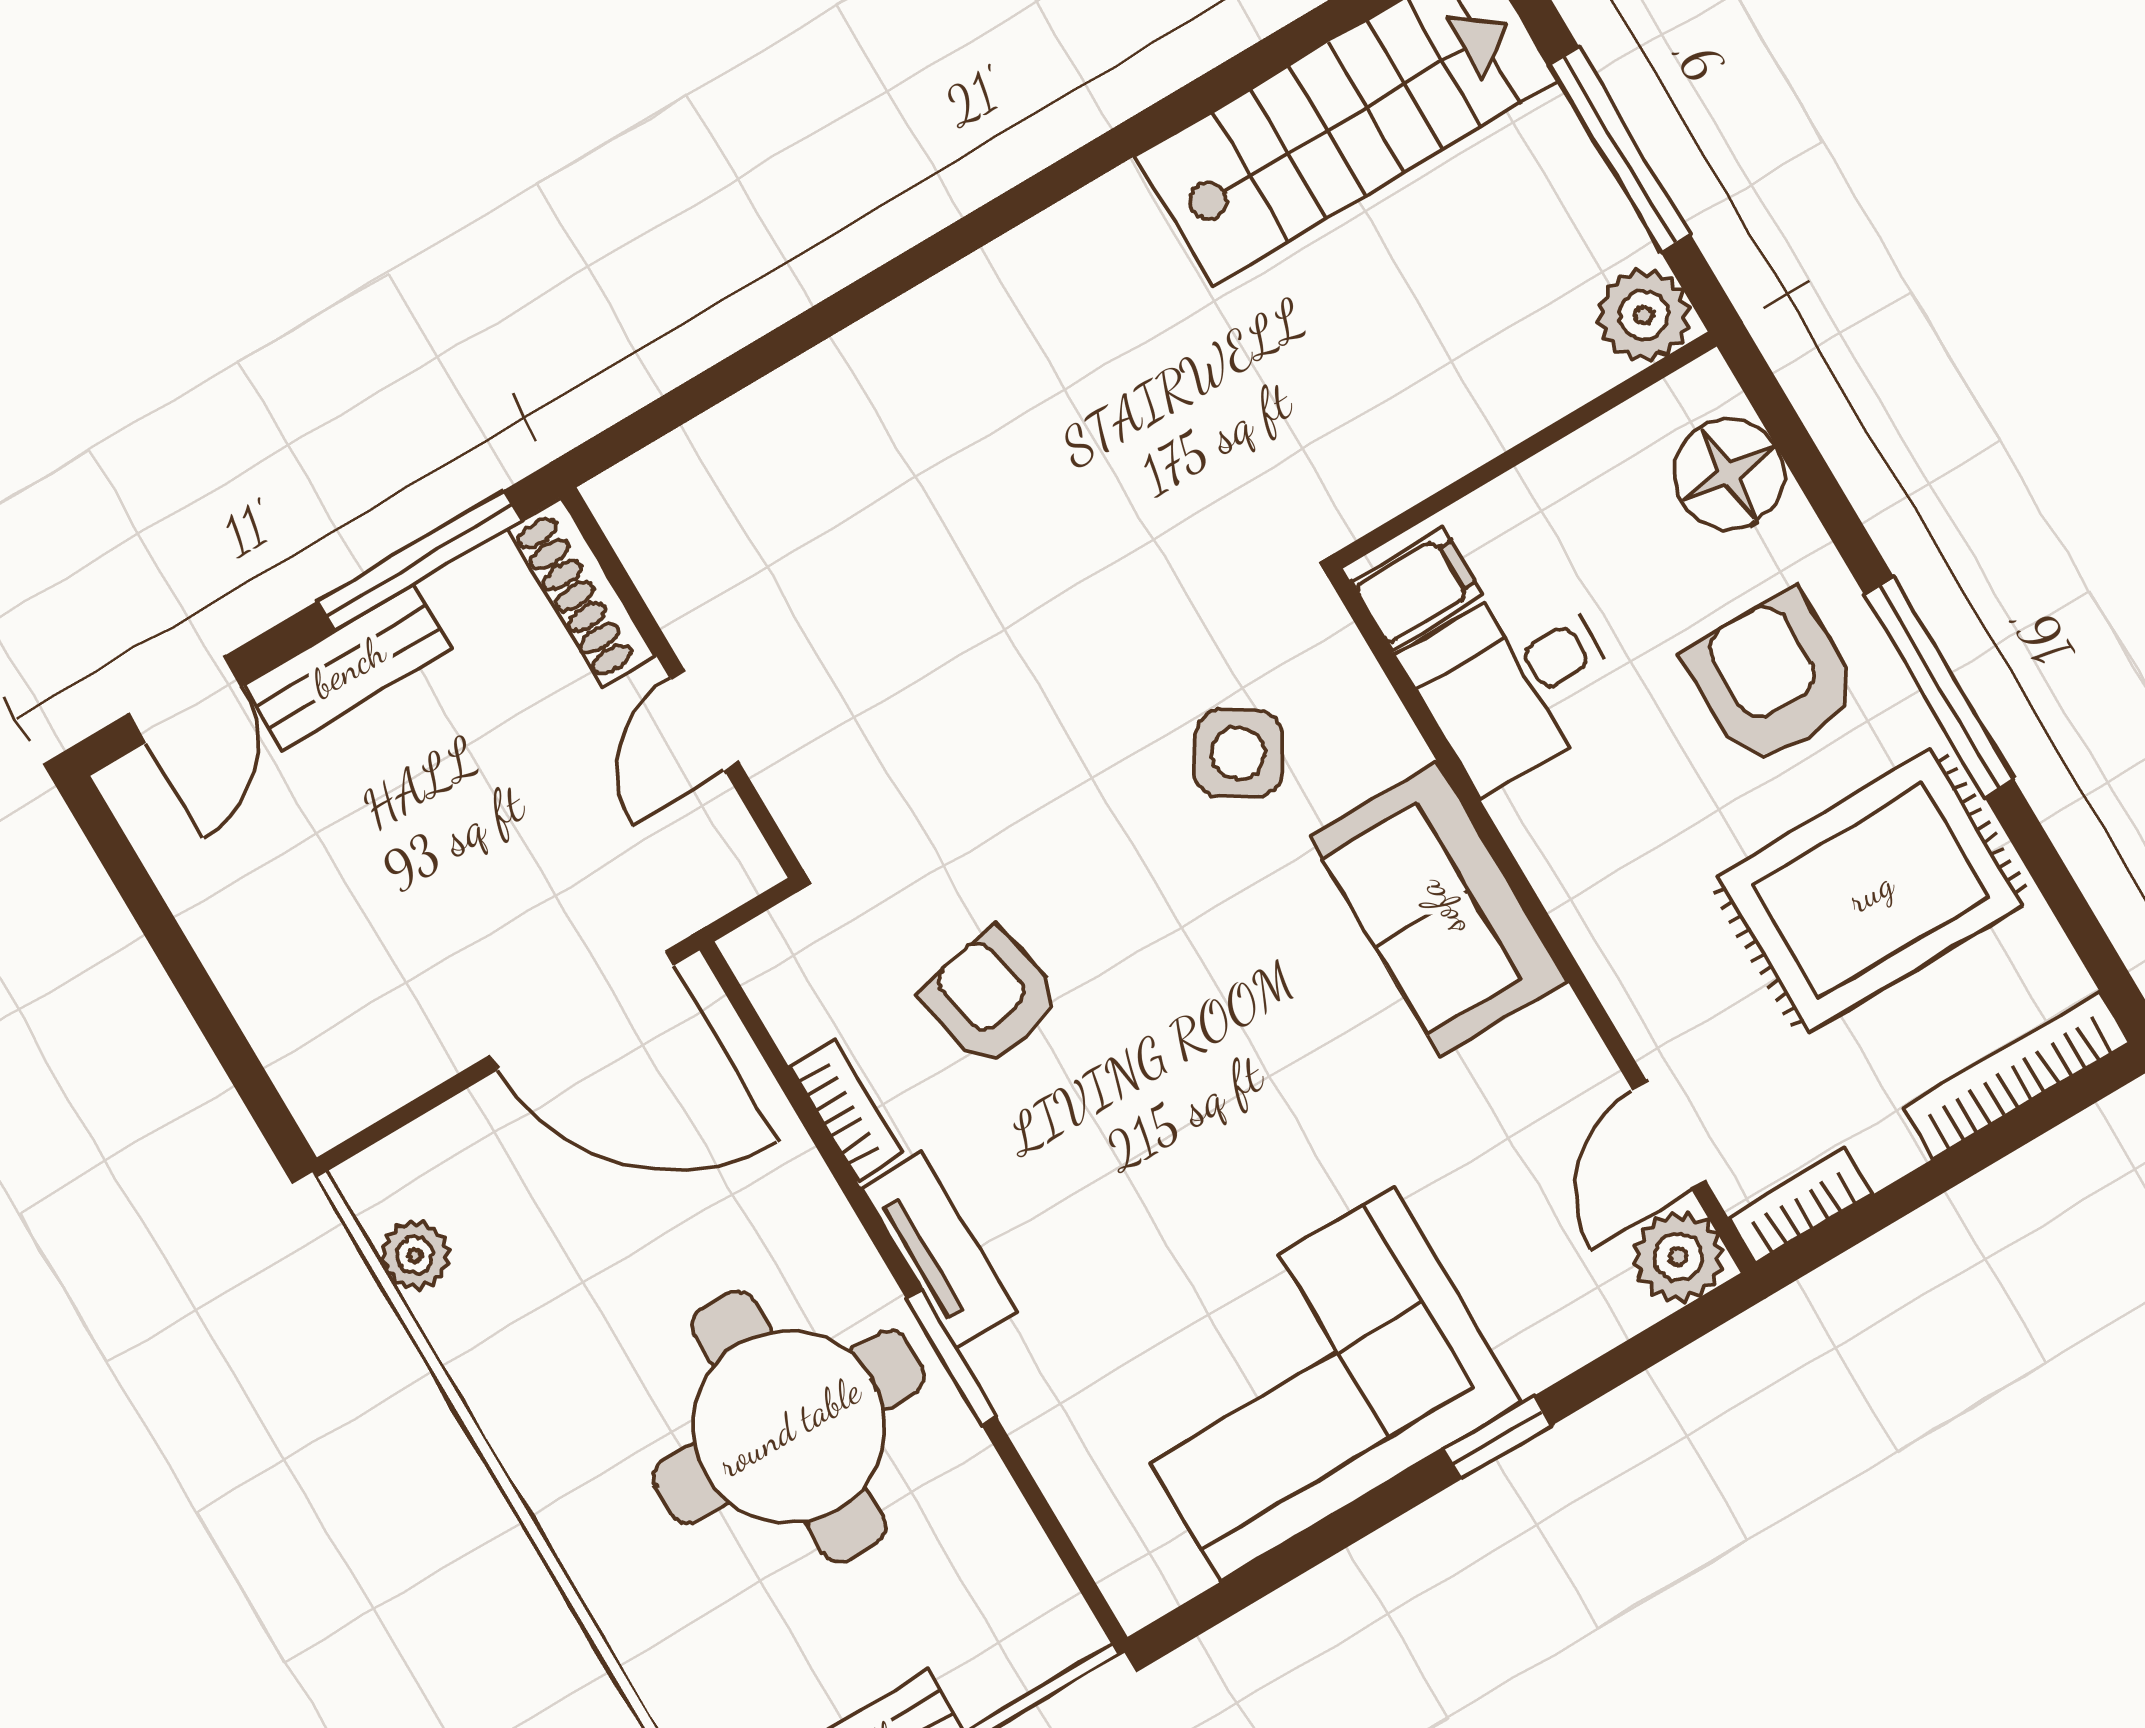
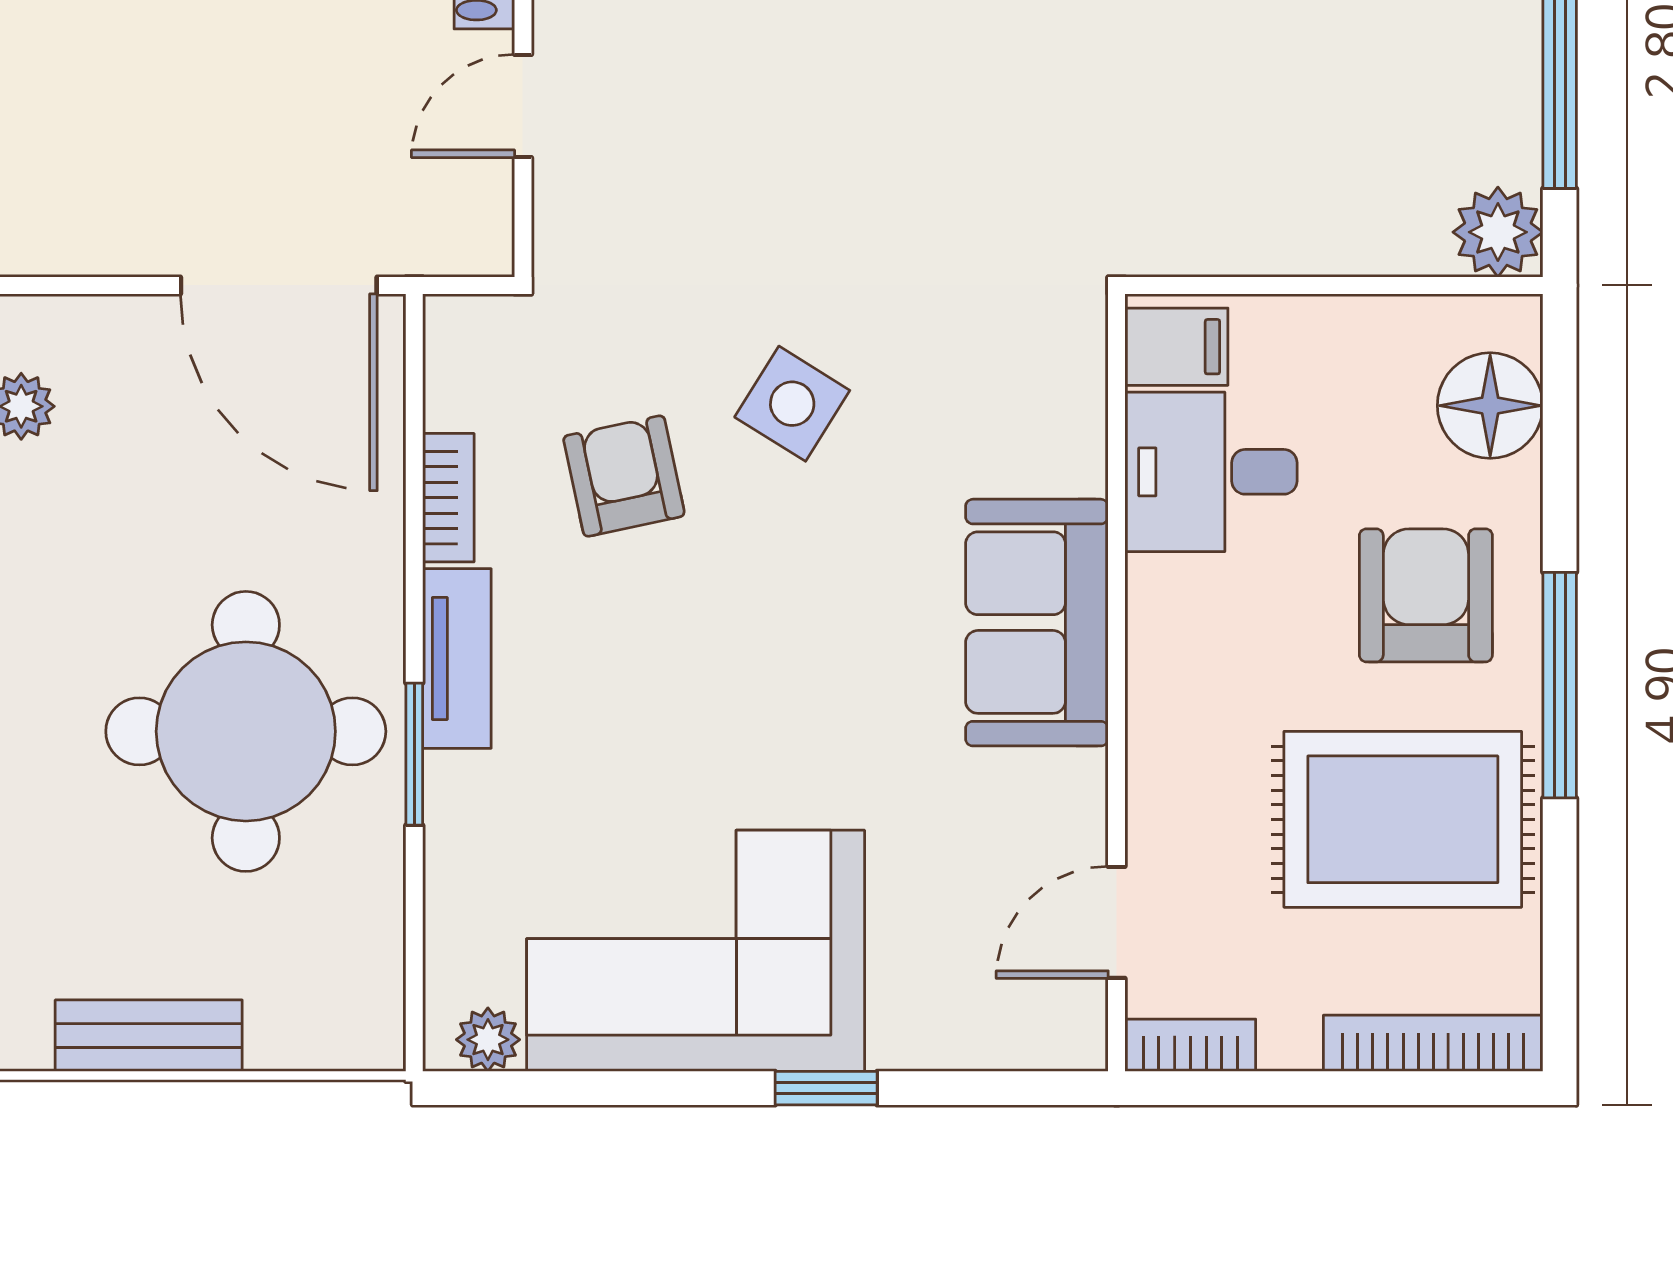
side table: (1238, 753) -> (792, 404), moved
plant: (1678, 1257) -> (488, 1040), moved, width x0.73, depth x0.73

